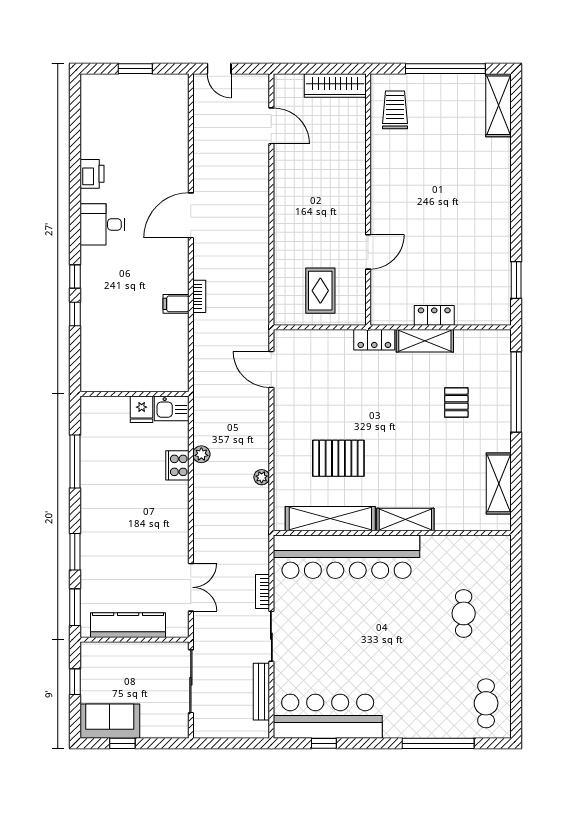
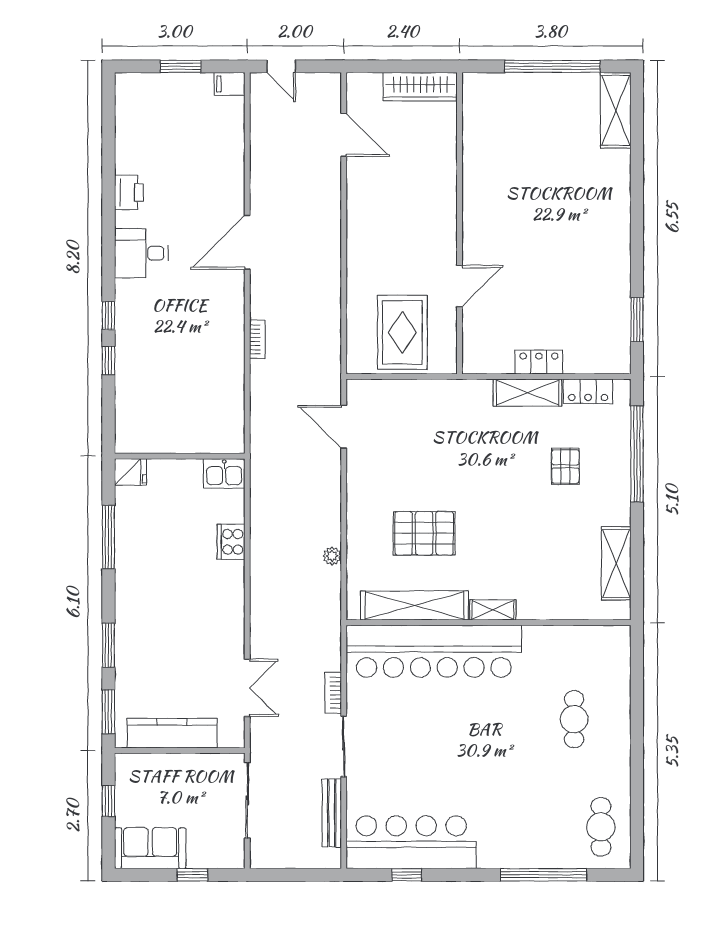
trolley: (395, 110) -> (492, 116), removed
rug: (320, 291) -> (402, 332), width x1.36, depth x1.43
filing cabinet: (176, 304) -> (230, 84), moved
locker: (374, 340) -> (588, 391), moved
fridge: (142, 409) -> (130, 472), moved, turned -90
plant: (201, 454) -> (260, 528), removed
shelving: (405, 519) -> (493, 610), width x0.67, depth x0.75
window: (122, 743) -> (192, 875), moved

